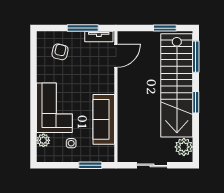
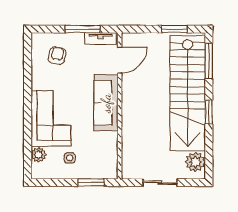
sofa: (104, 119) -> (106, 103), moved

